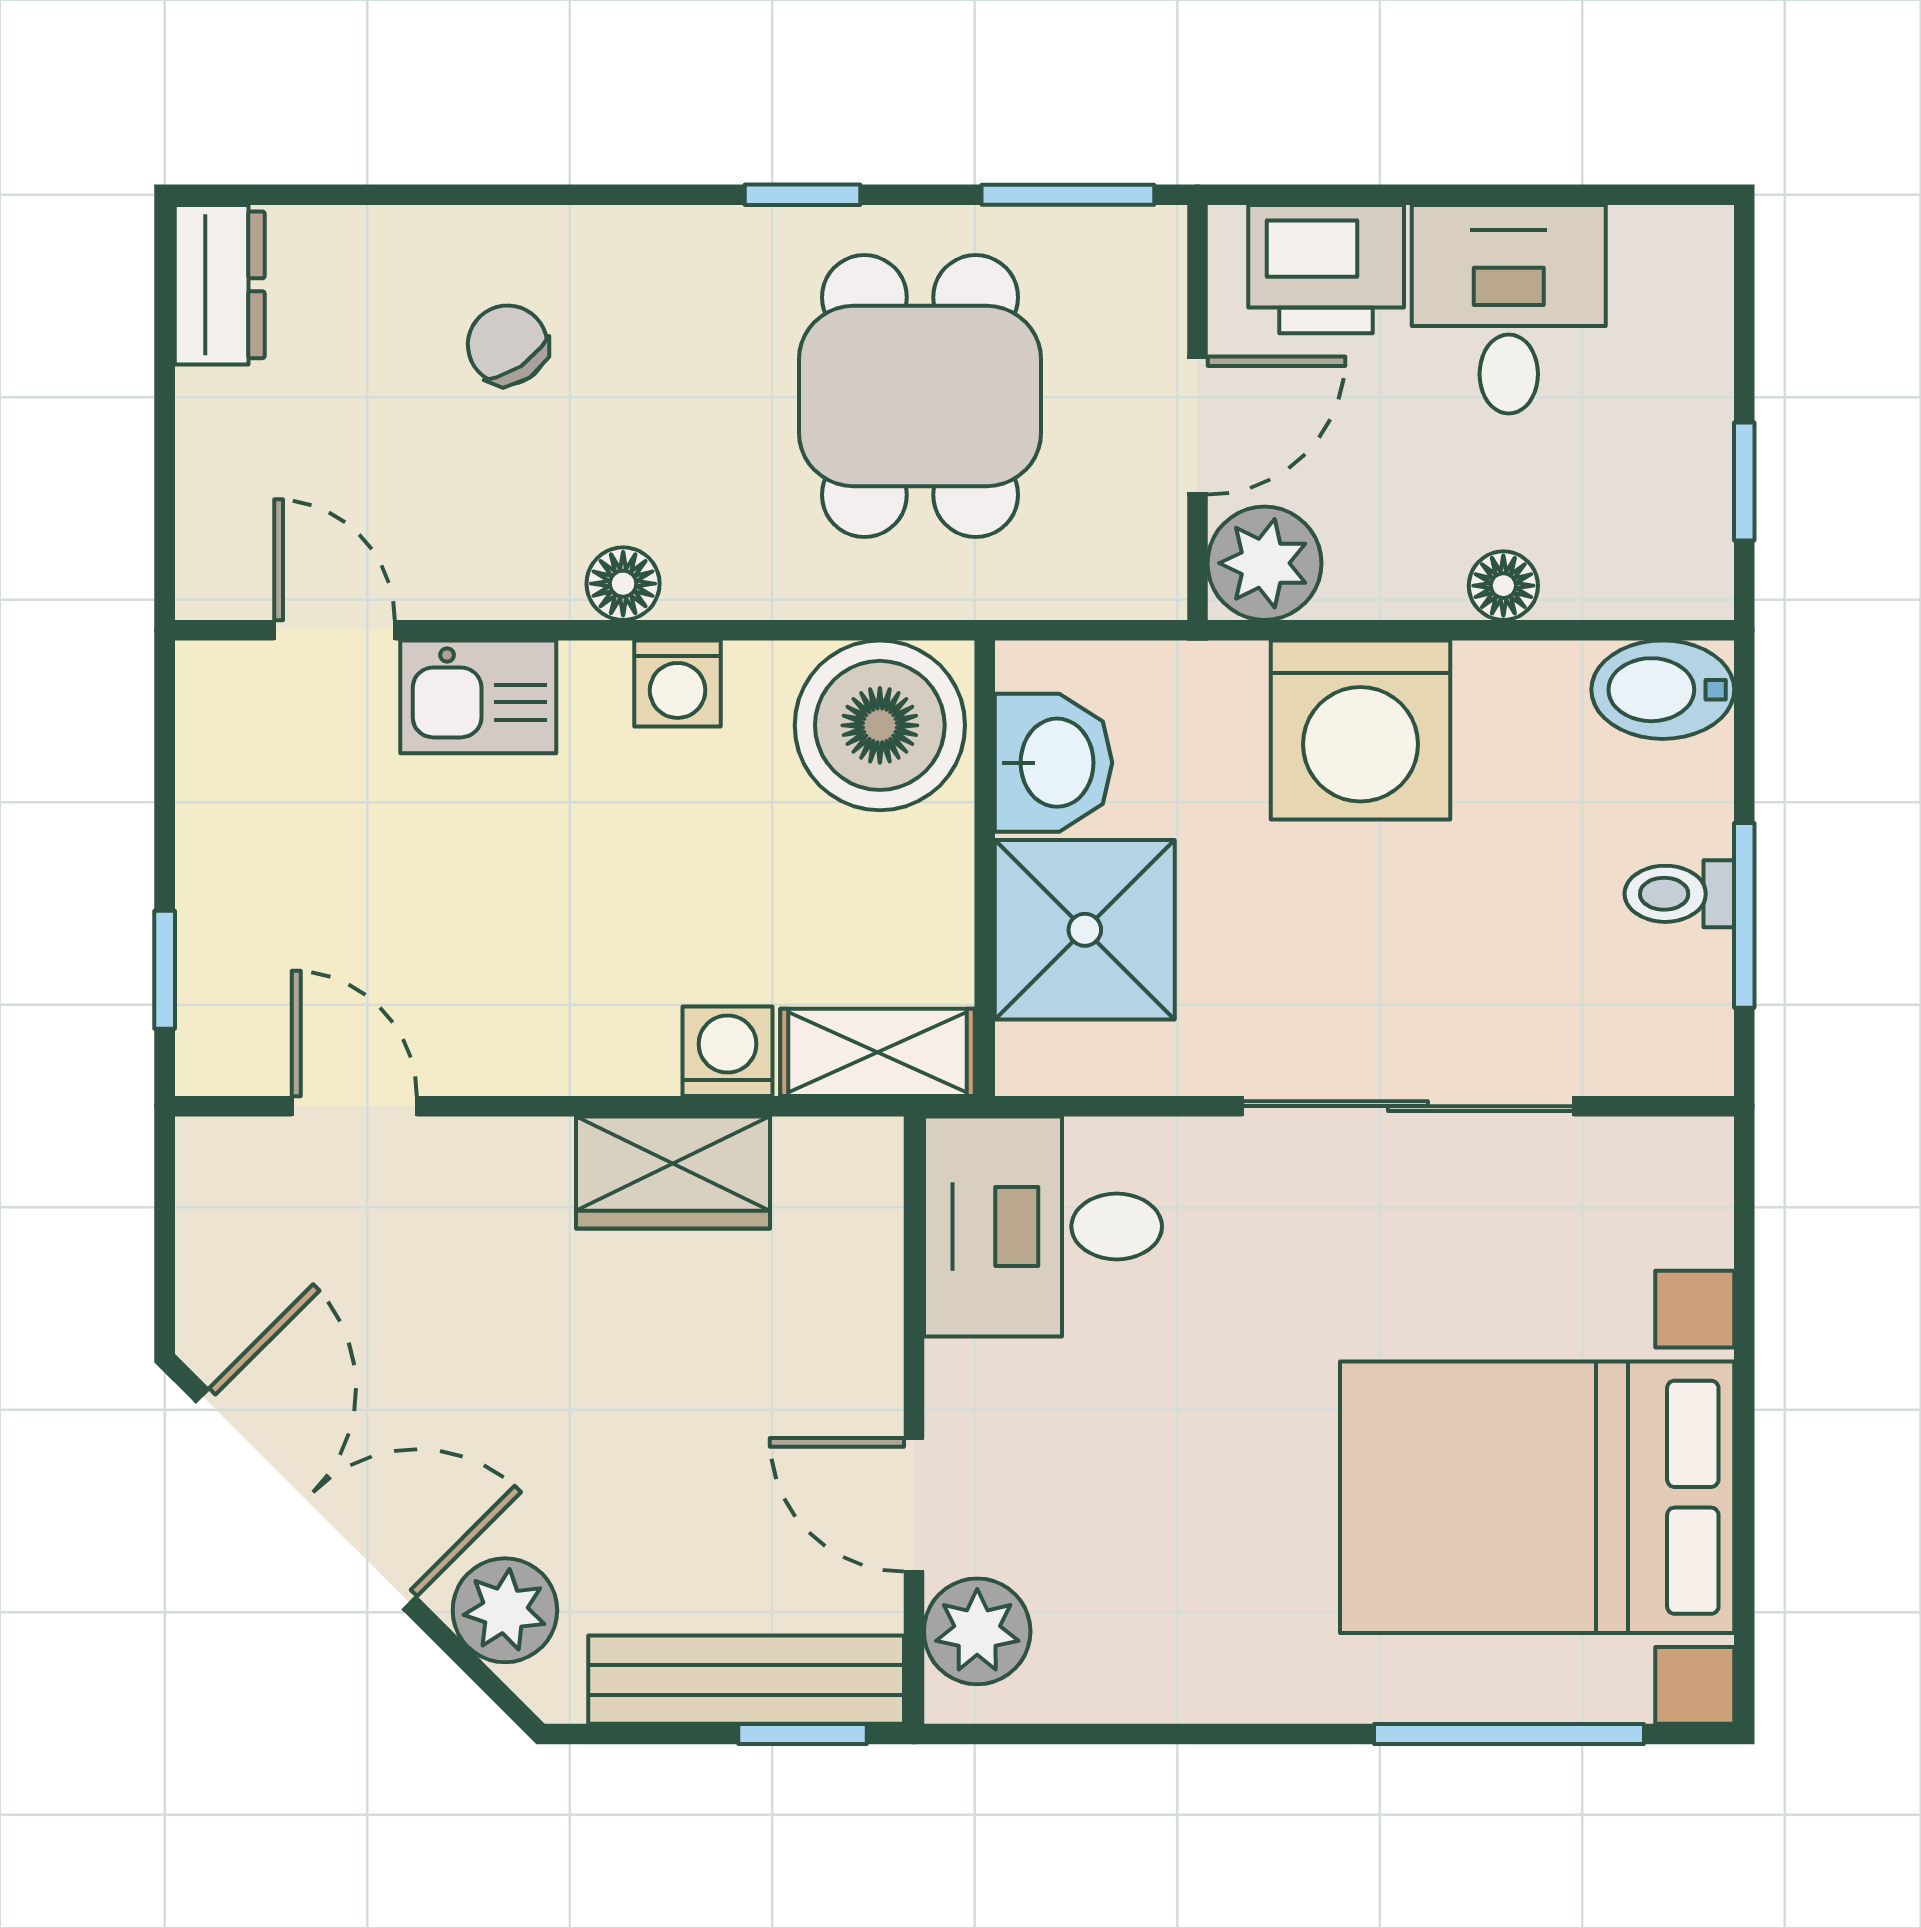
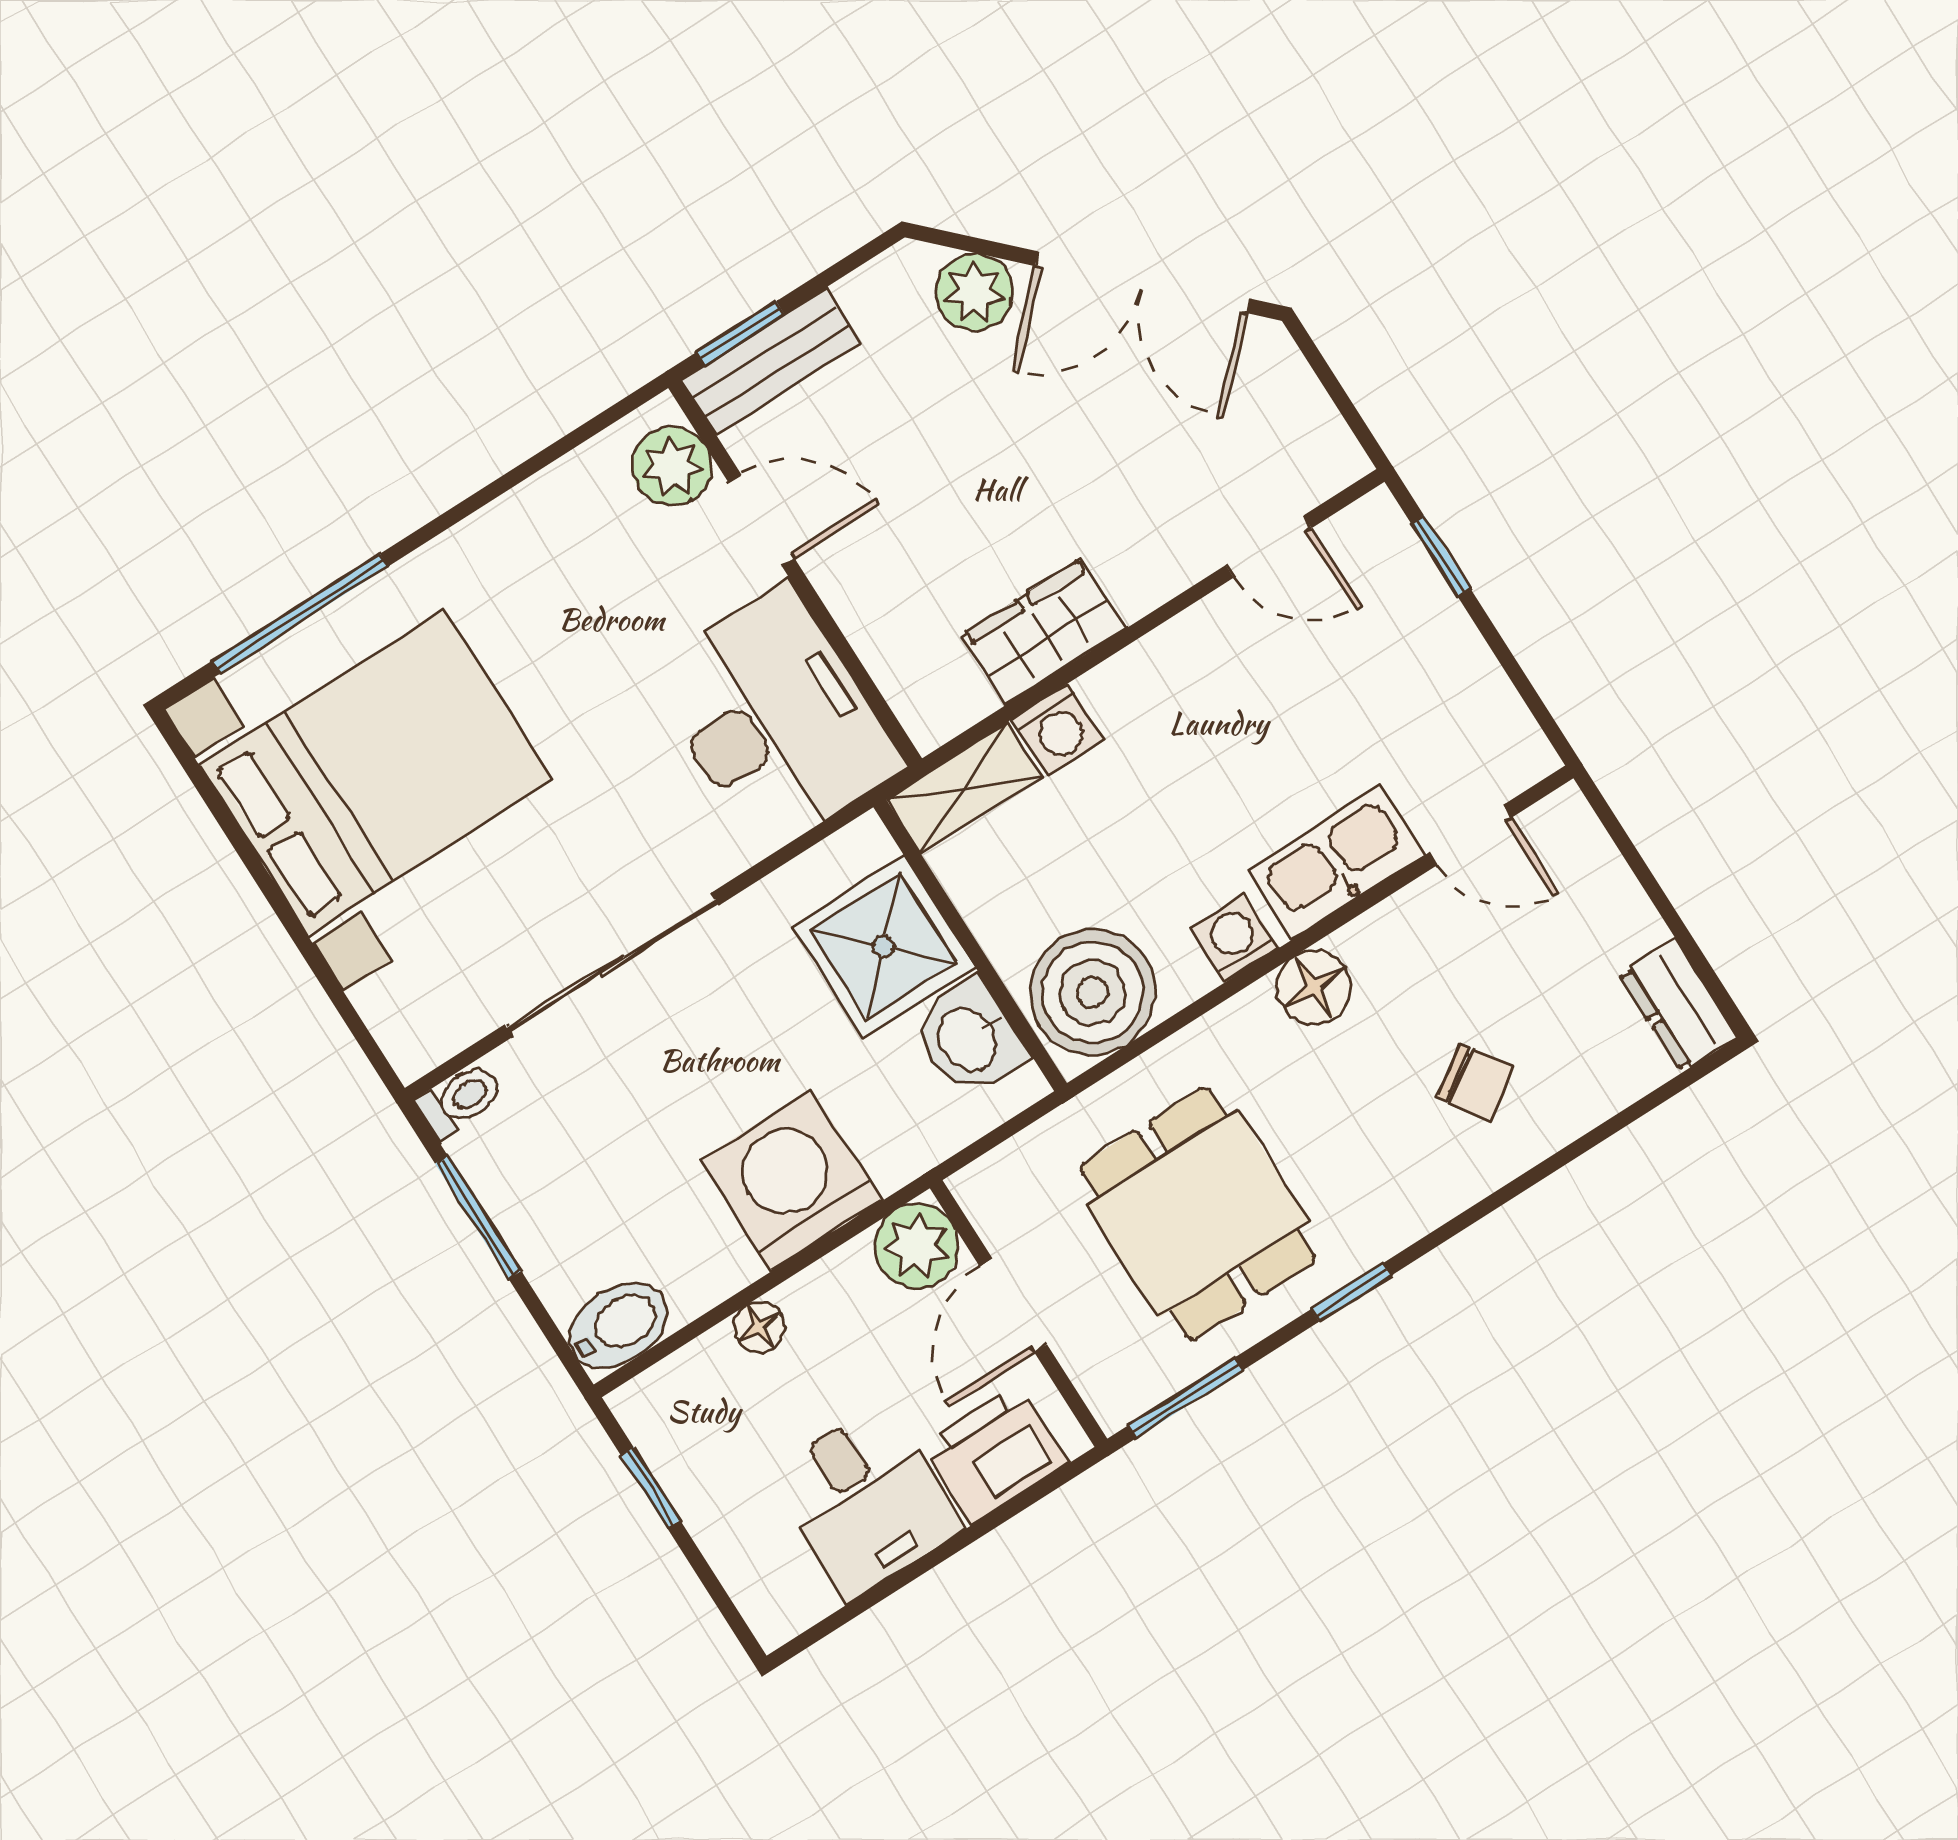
floor lamp: (623, 584) -> (1314, 987), width x1.37, depth x1.37
kitchen sink: (478, 697) -> (1336, 862), width x1.38
toilet: (1679, 894) -> (460, 1100), moved
desk: (1043, 1226) -> (775, 719), width x1.37
bench: (746, 1680) -> (771, 361), width x0.73

